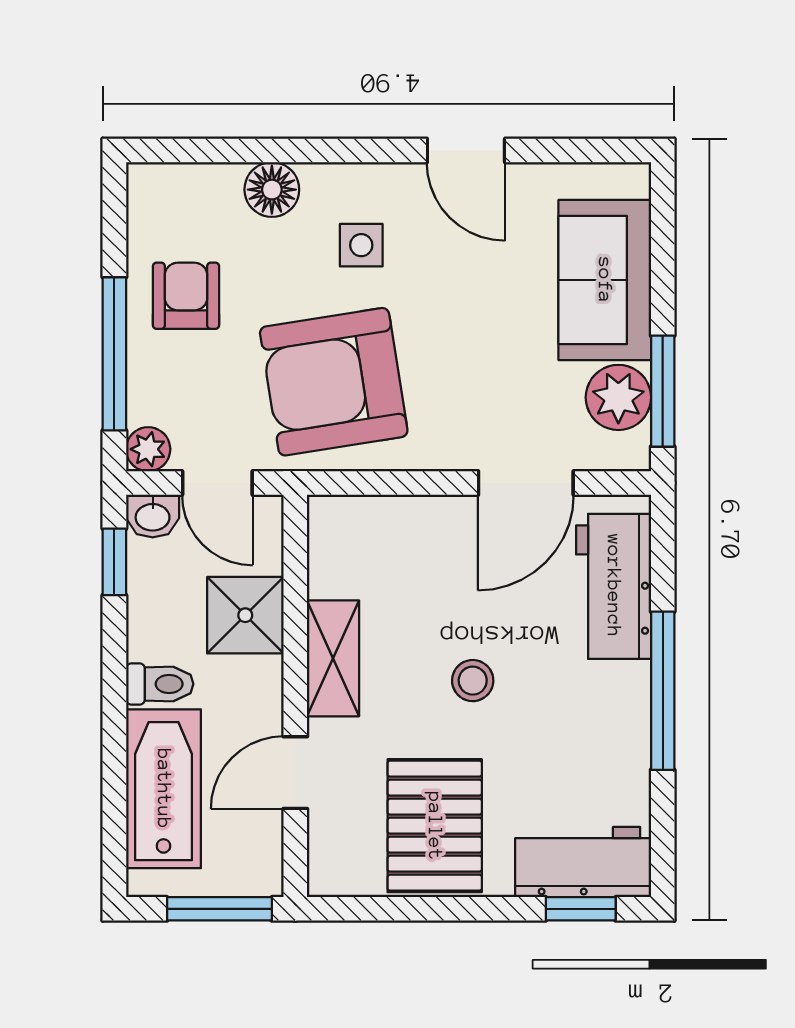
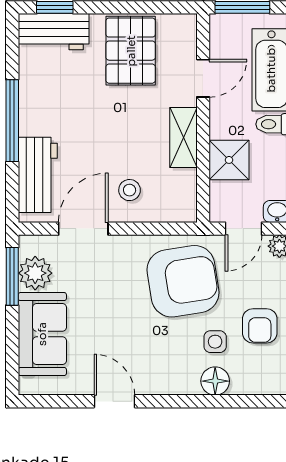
side table: (361, 245) -> (215, 342), moved
door: (217, 483) -> (244, 229), swing flipped
stool: (473, 681) -> (130, 190), moved

